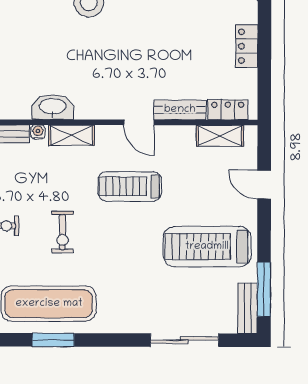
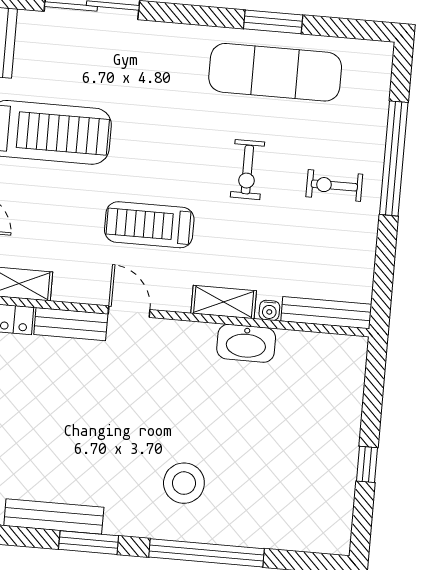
treadmill: (130, 186) -> (149, 225), turned 180
exercise bike: (62, 232) -> (247, 170), turned 180

